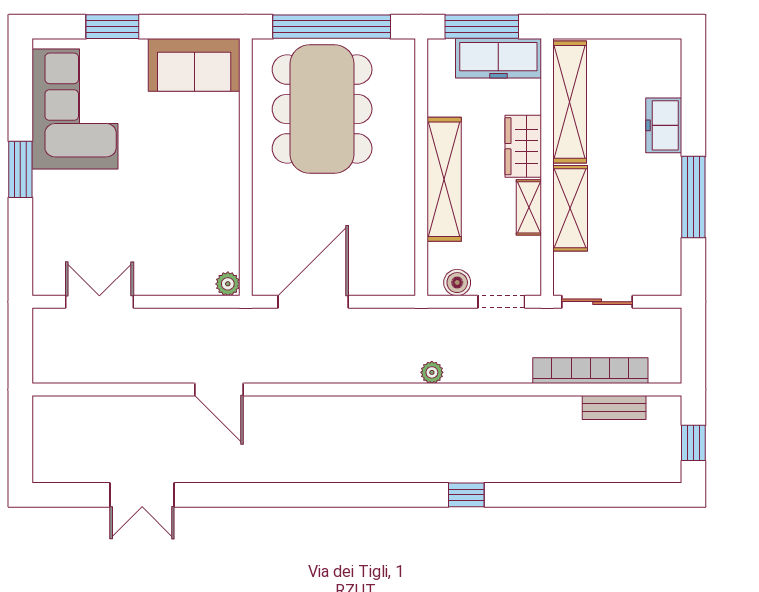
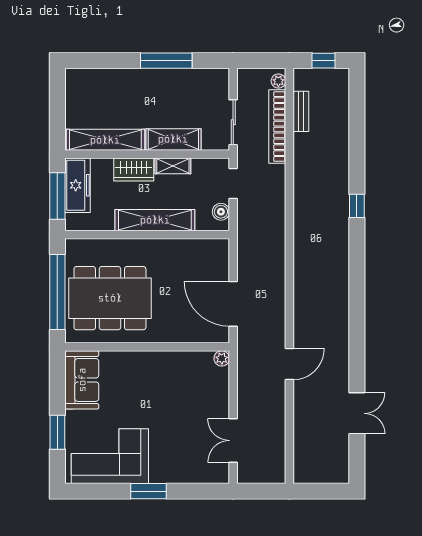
freezer: (664, 125) -> (120, 80), removed
plant: (432, 372) -> (278, 81), moved

